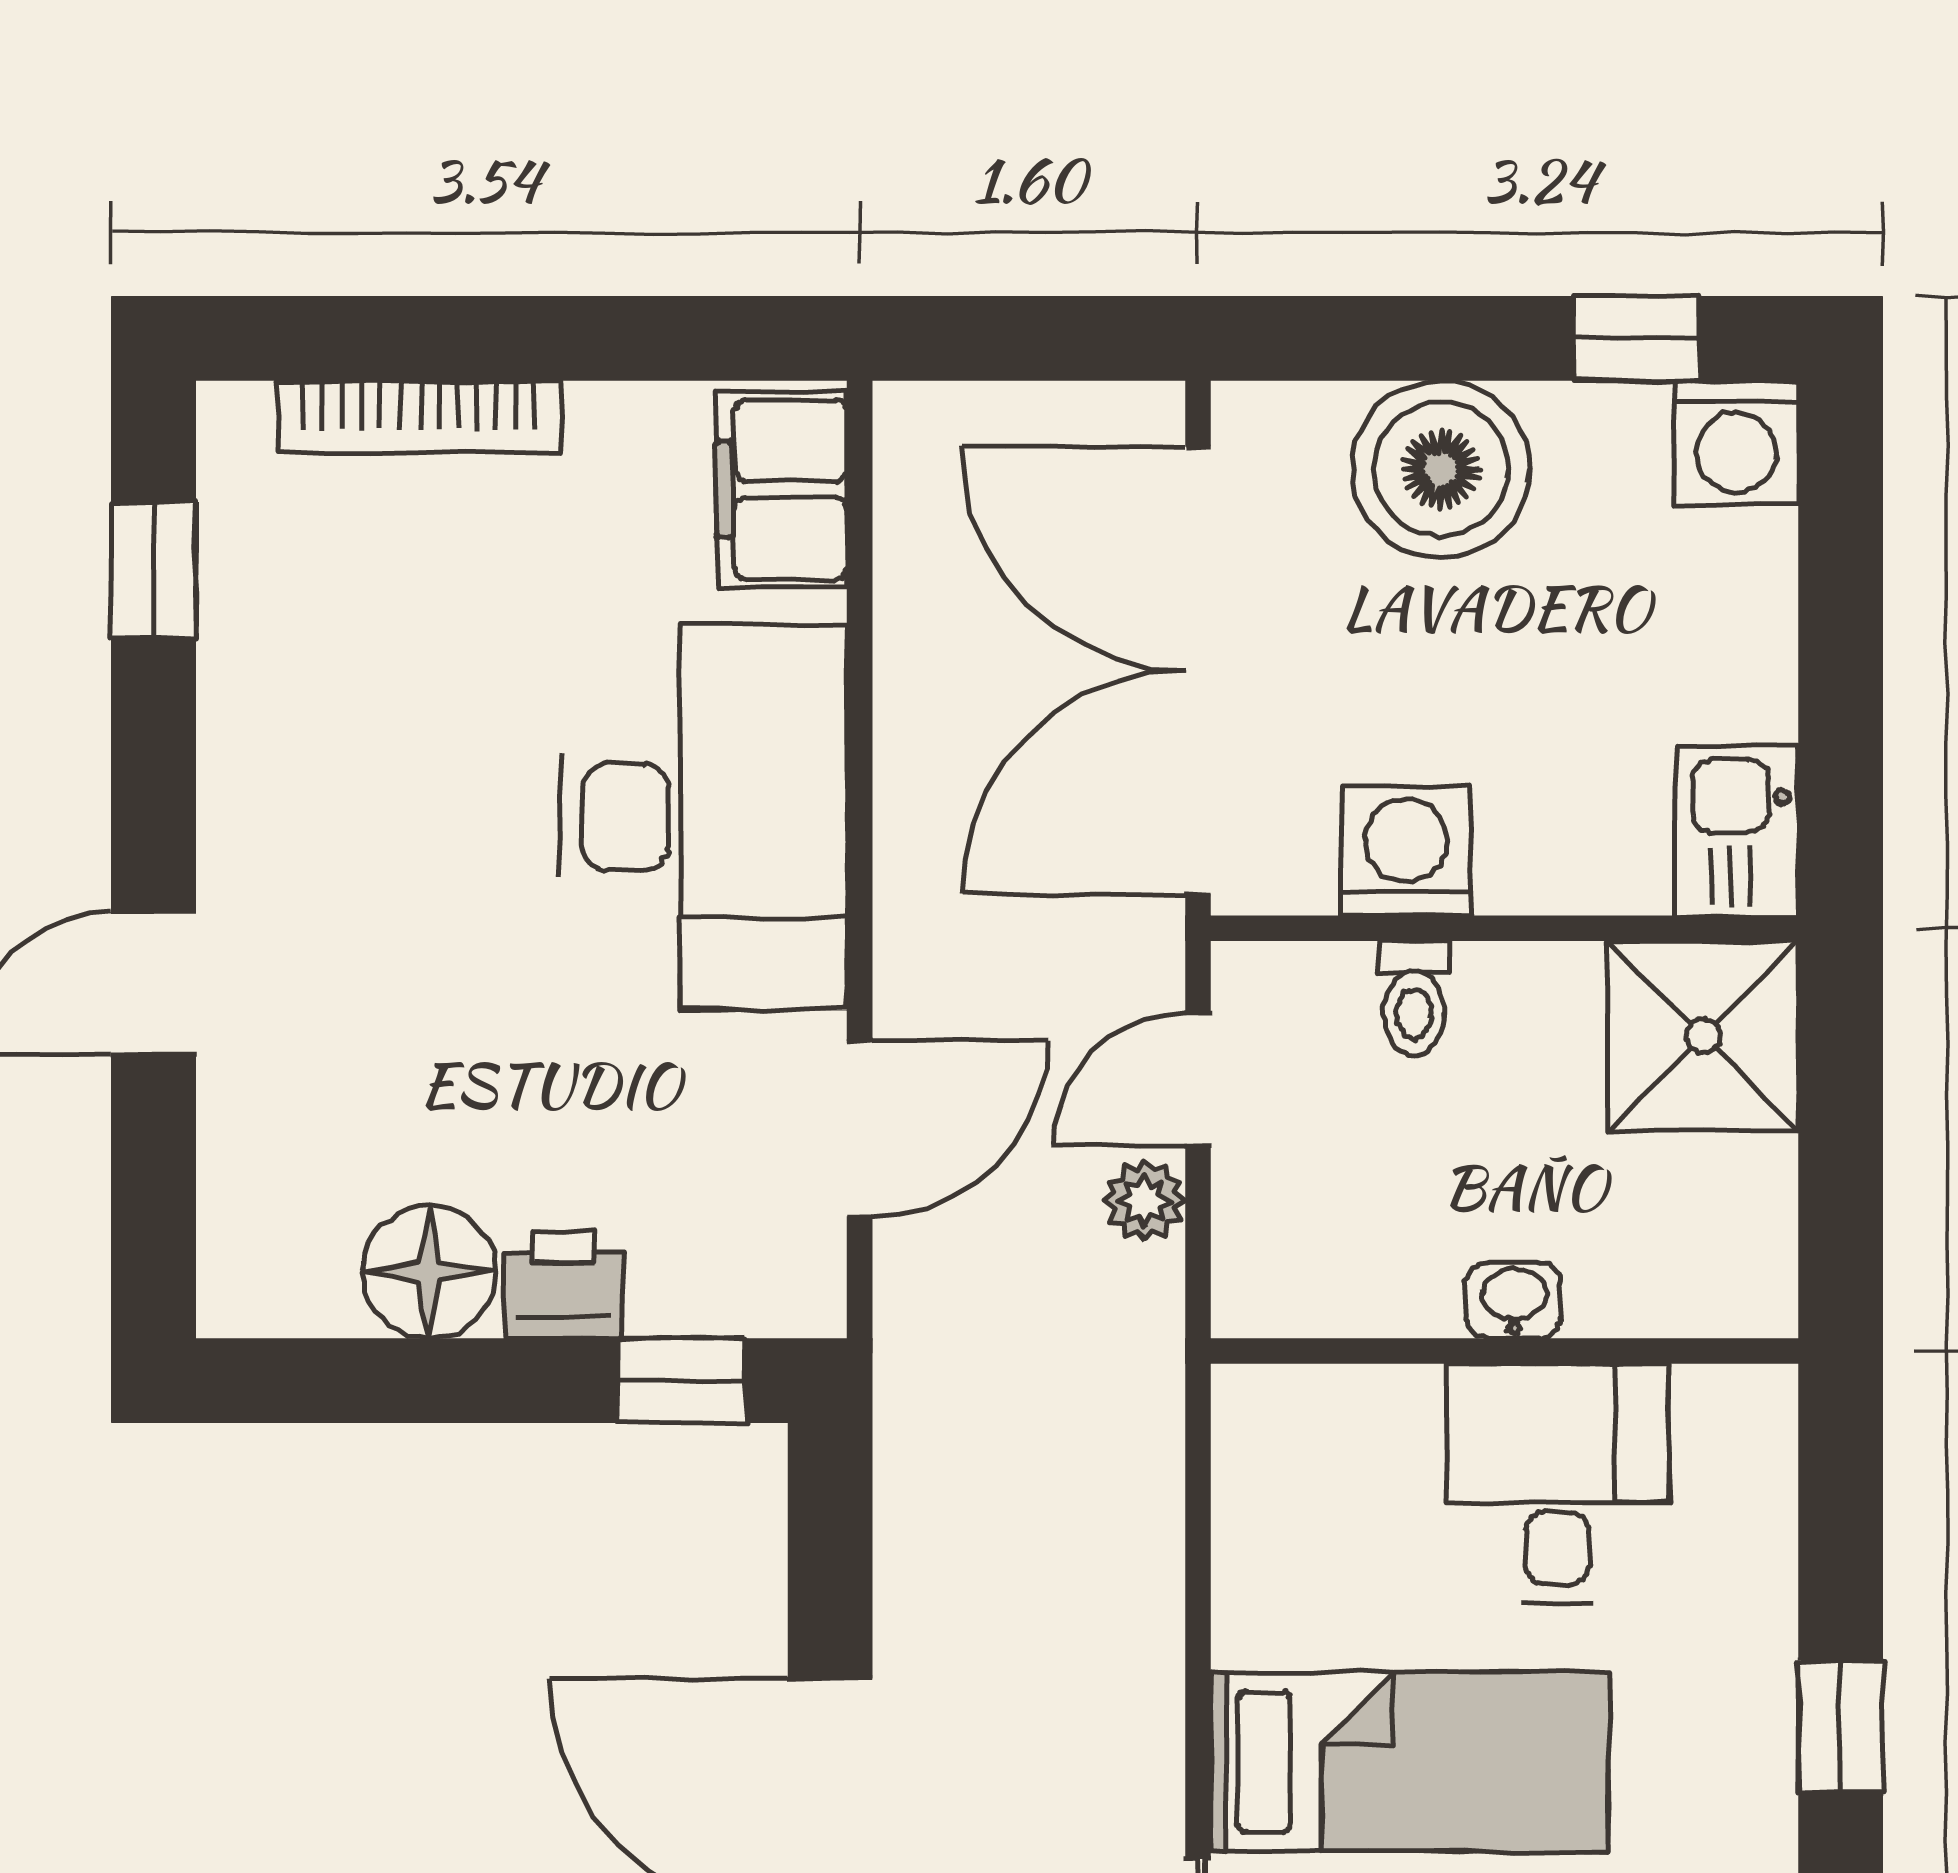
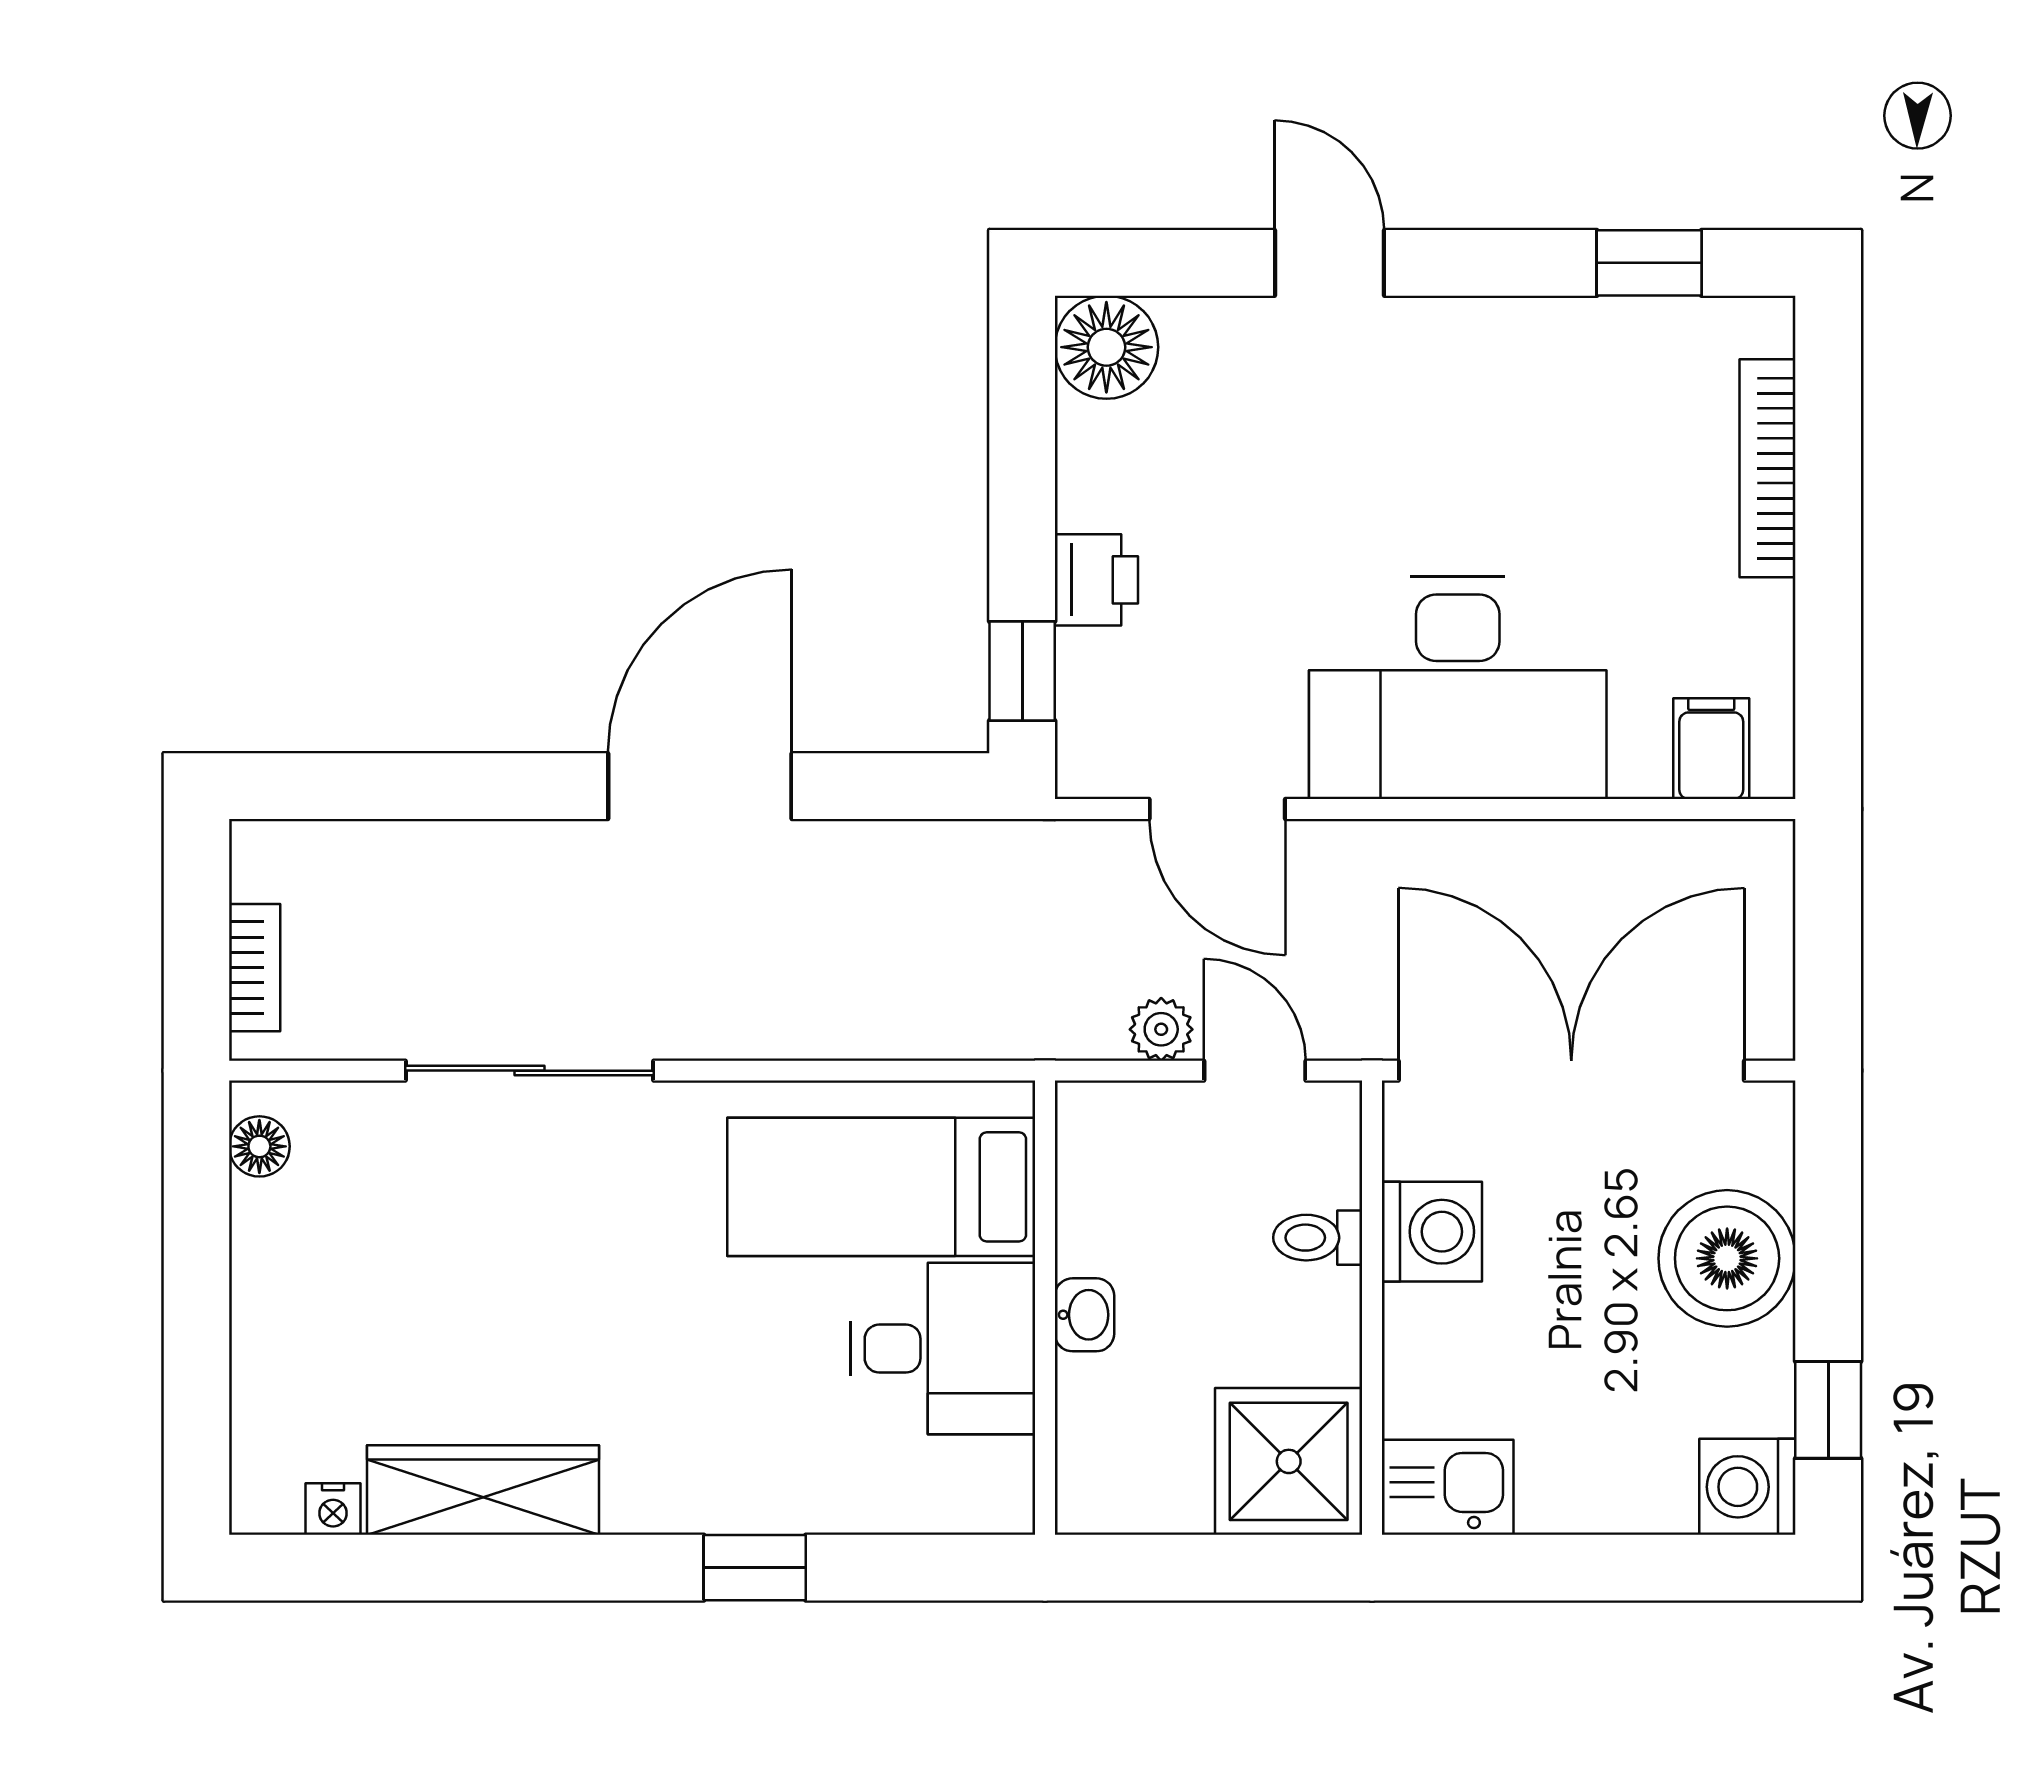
filing cabinet: (782, 489) -> (1711, 749), width x0.50
floor lamp: (429, 1272) -> (1106, 347), moved
bed: (1410, 1762) -> (881, 1187), moved, turned 90

